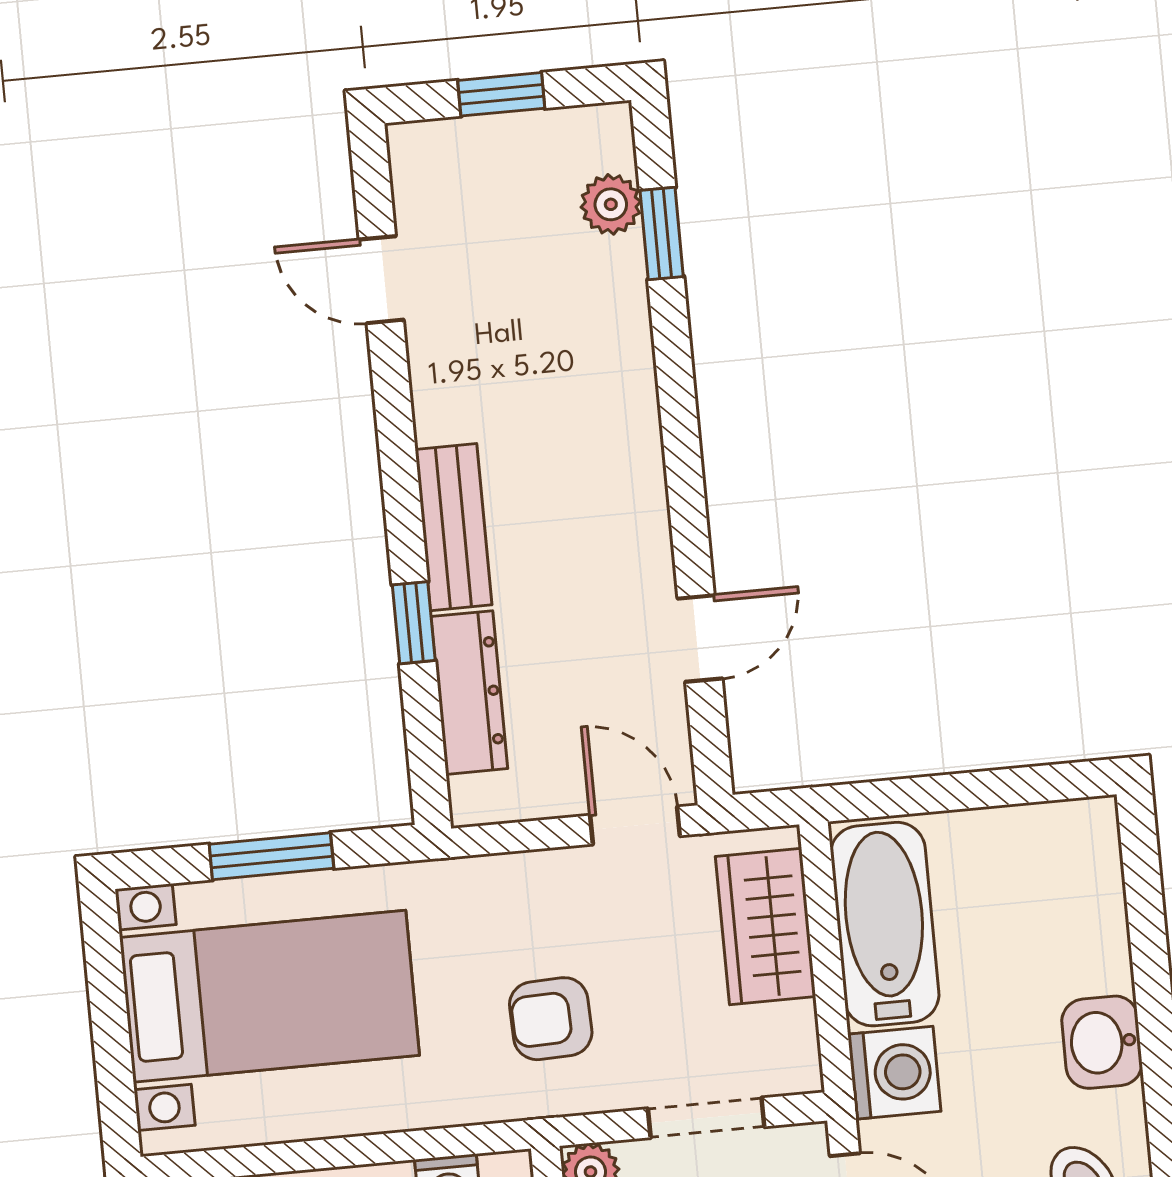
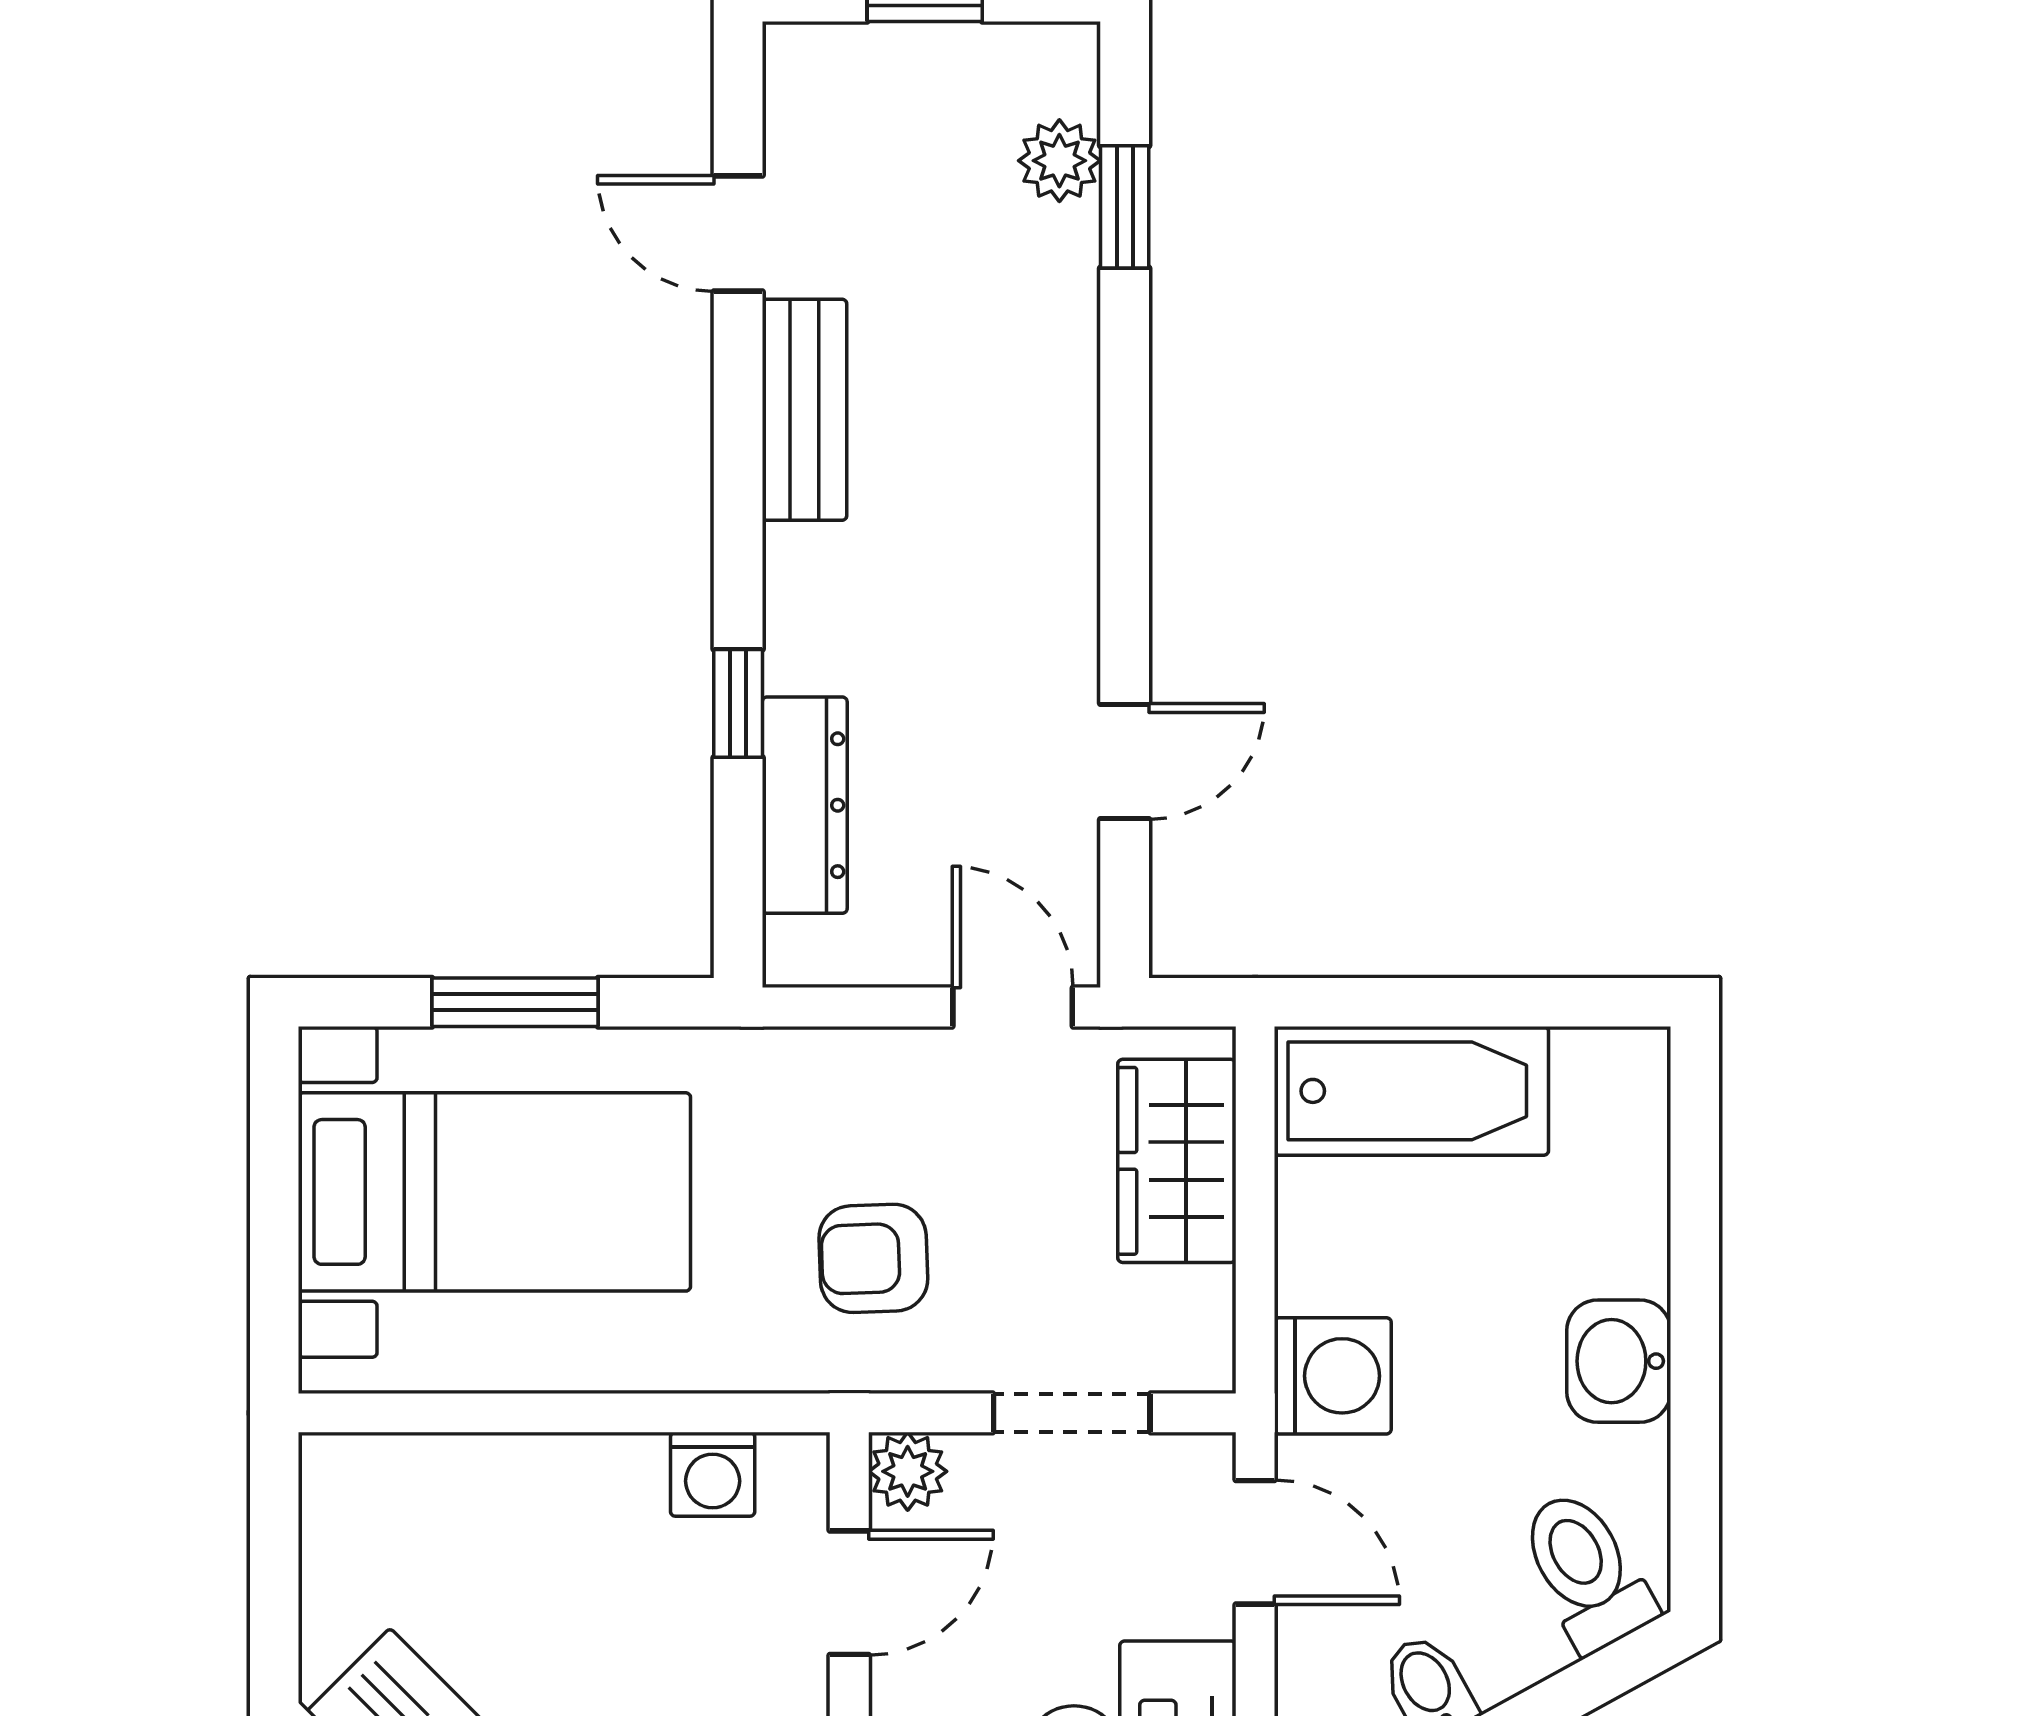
bench: (454, 527) -> (804, 410), moved
bathtub: (885, 924) -> (1411, 1091), moved, turned 90

